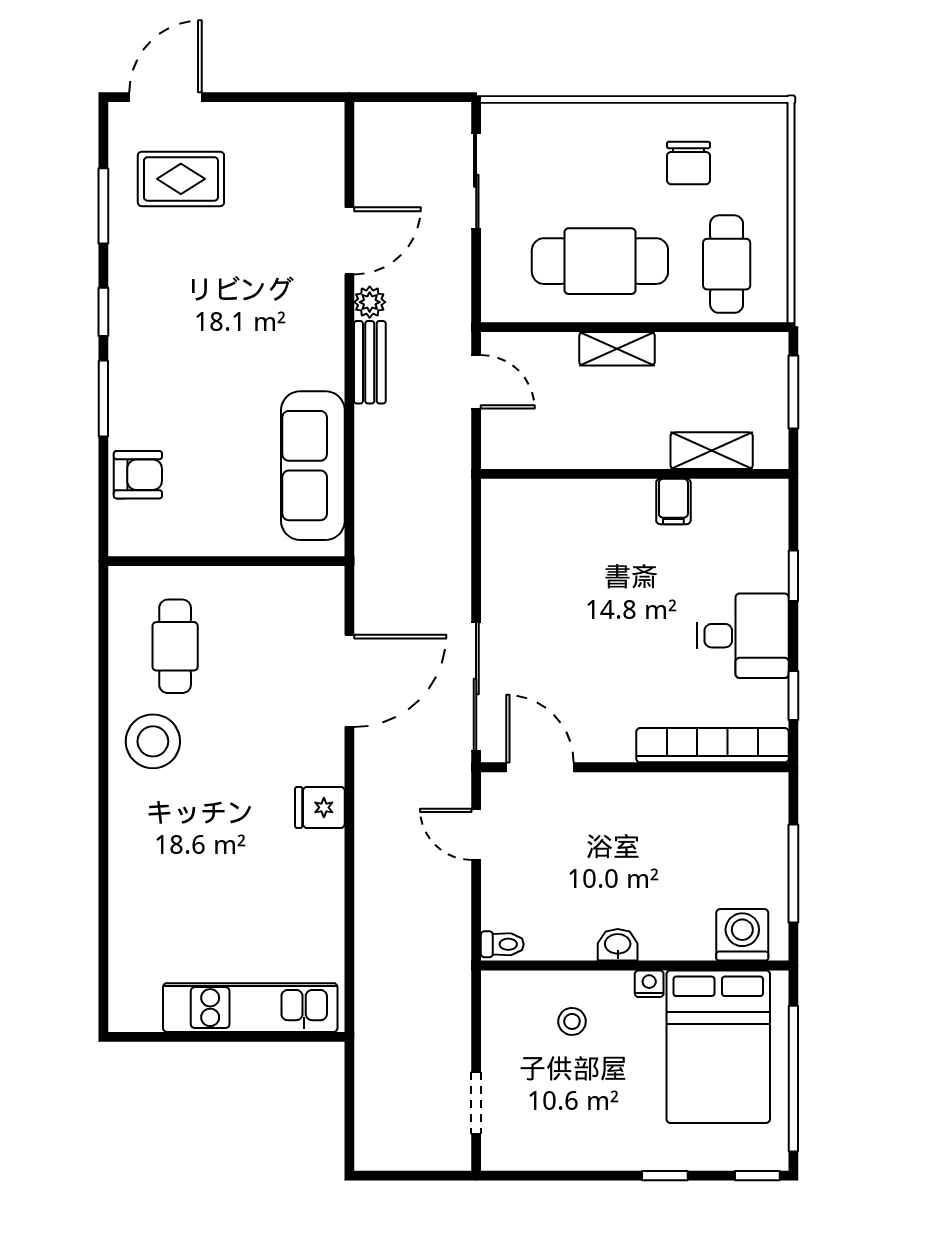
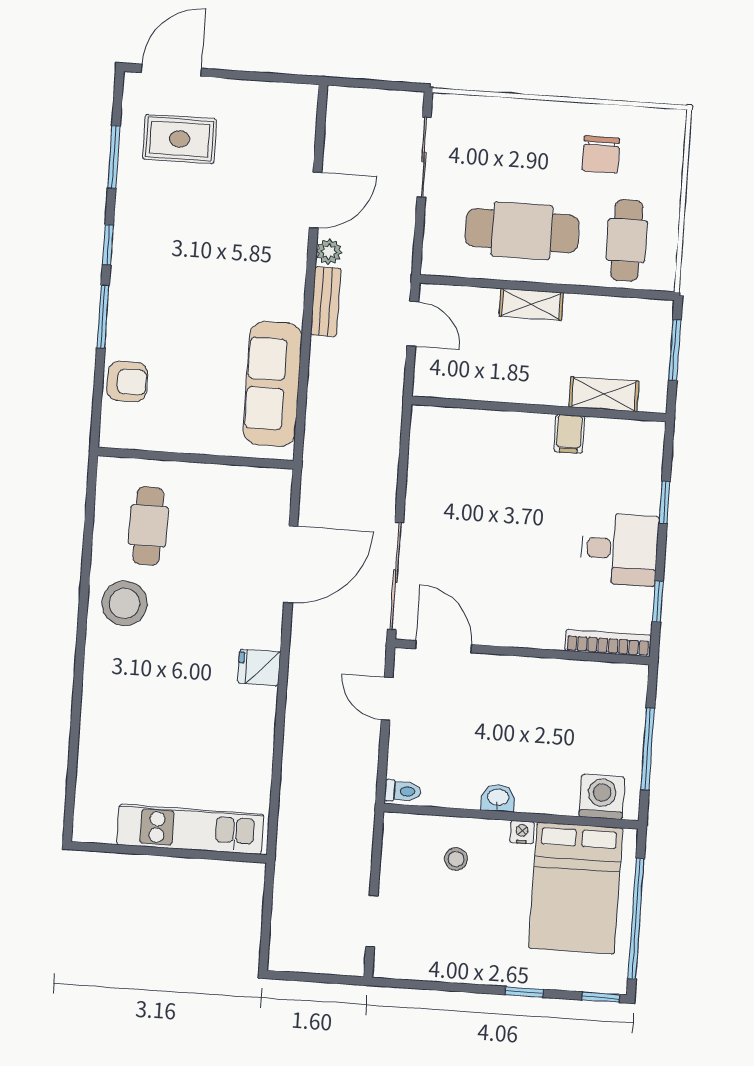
bookcase: (712, 745) -> (608, 643), width x0.68, depth x0.76

